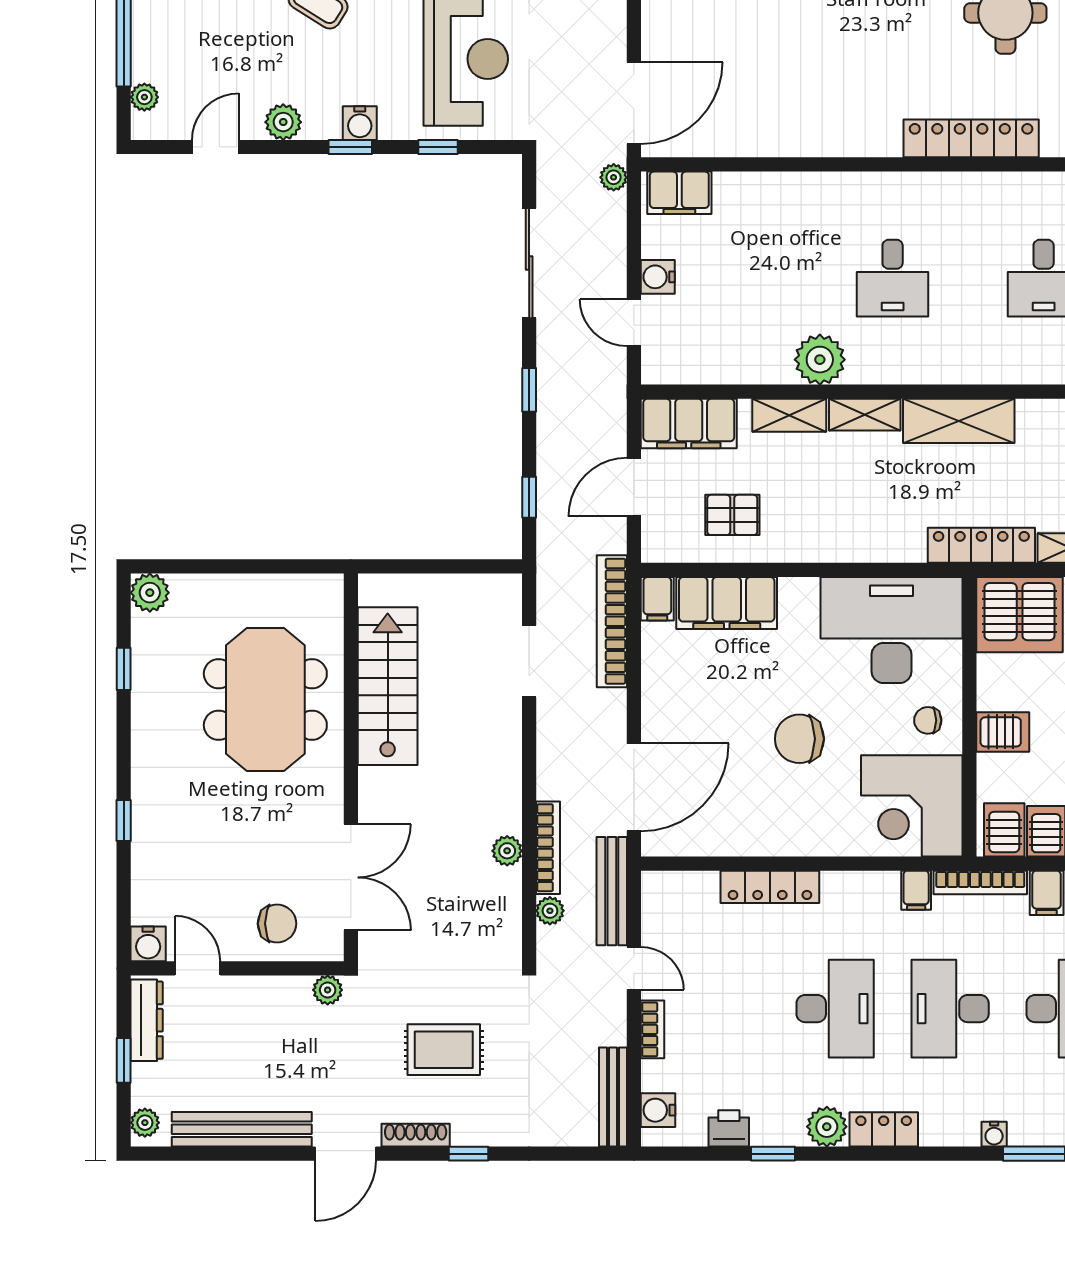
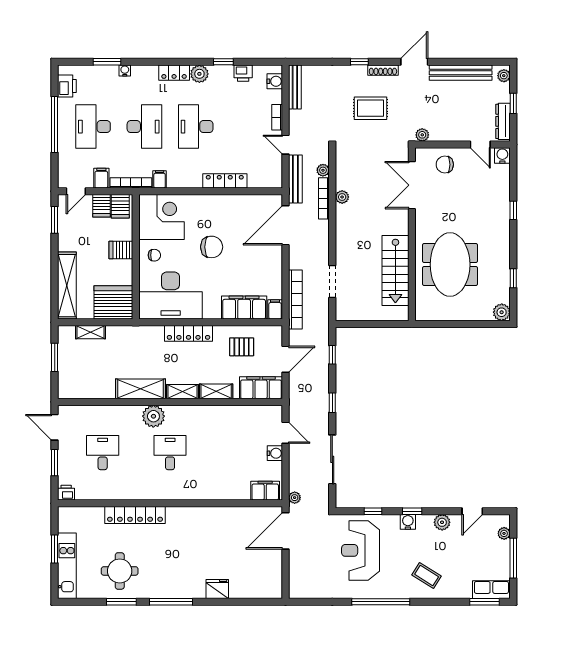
plant: (820, 360) -> (153, 416), moved
locker: (981, 545) -> (188, 333), moved

